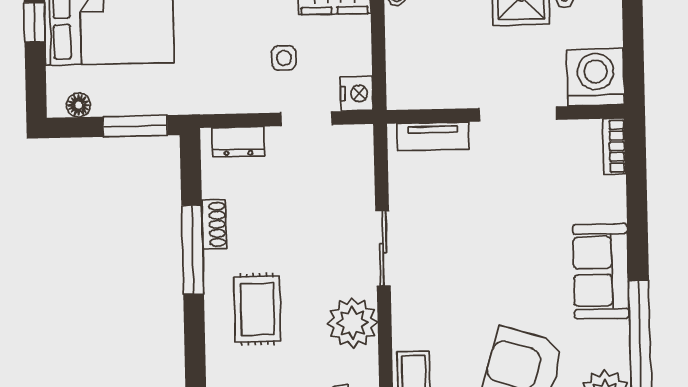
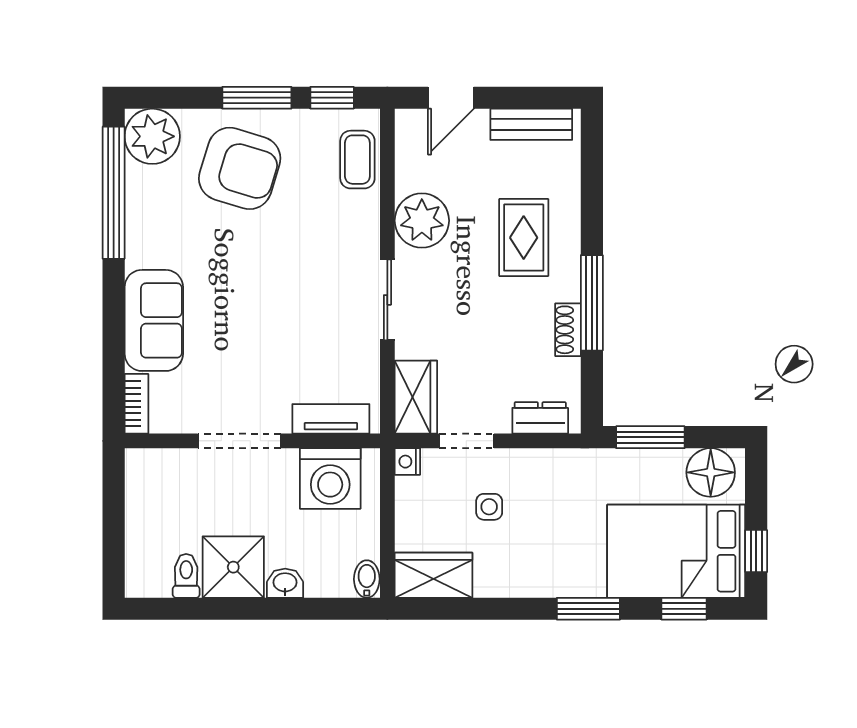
washing machine: (596, 77) -> (330, 478), moved
nightstand: (357, 93) -> (407, 462), width x0.72, depth x0.74
floor lamp: (79, 105) -> (711, 472), width x1.89, depth x1.89
wardrobe: (354, 158) -> (416, 397), added
sofa: (601, 271) -> (154, 320), moved

